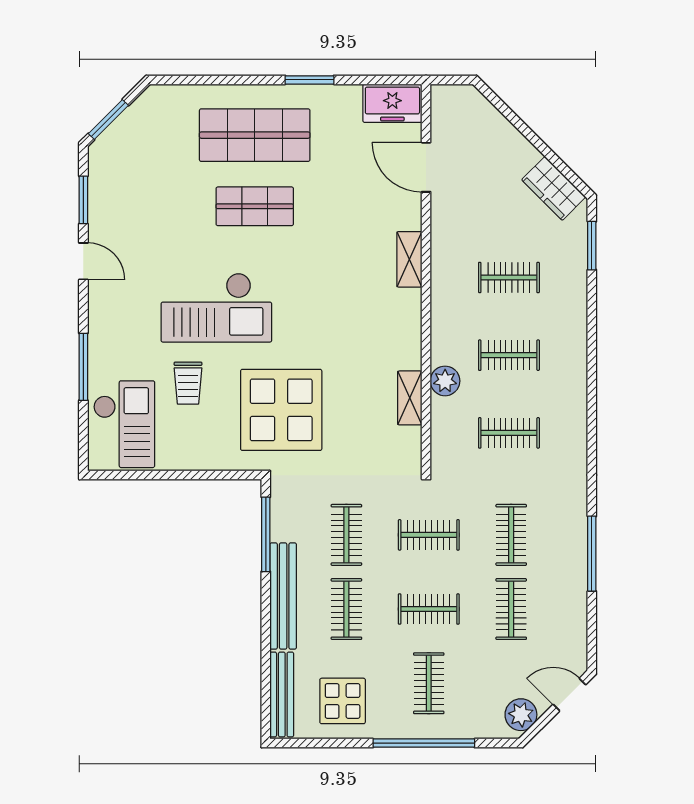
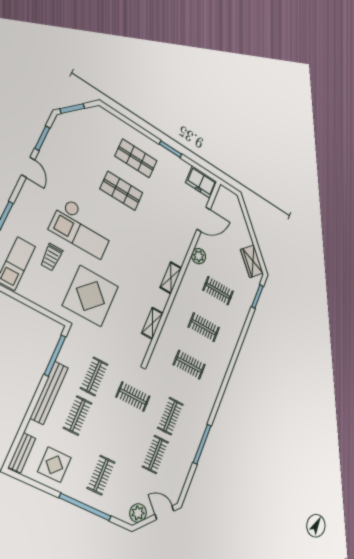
shop shelf: (255, 135) -> (136, 158), width x0.70, depth x0.74
door: (426, 167) -> (204, 219), swing flipped
shelving: (409, 259) -> (171, 278), moved
plant: (445, 381) -> (199, 256), moved
clothes rail: (429, 609) -> (117, 435), removed
bench: (282, 694) -> (22, 453), width x0.73

